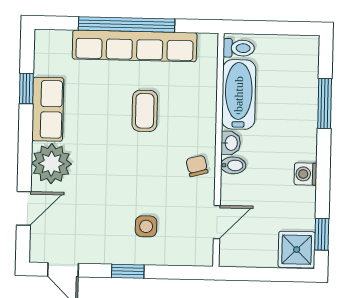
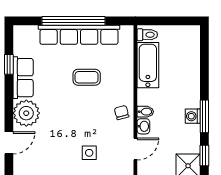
window: (325, 103) -> (204, 116), moved
coffee table: (145, 111) -> (87, 77), turned 90
washbasin: (231, 143) -> (143, 126), moved

